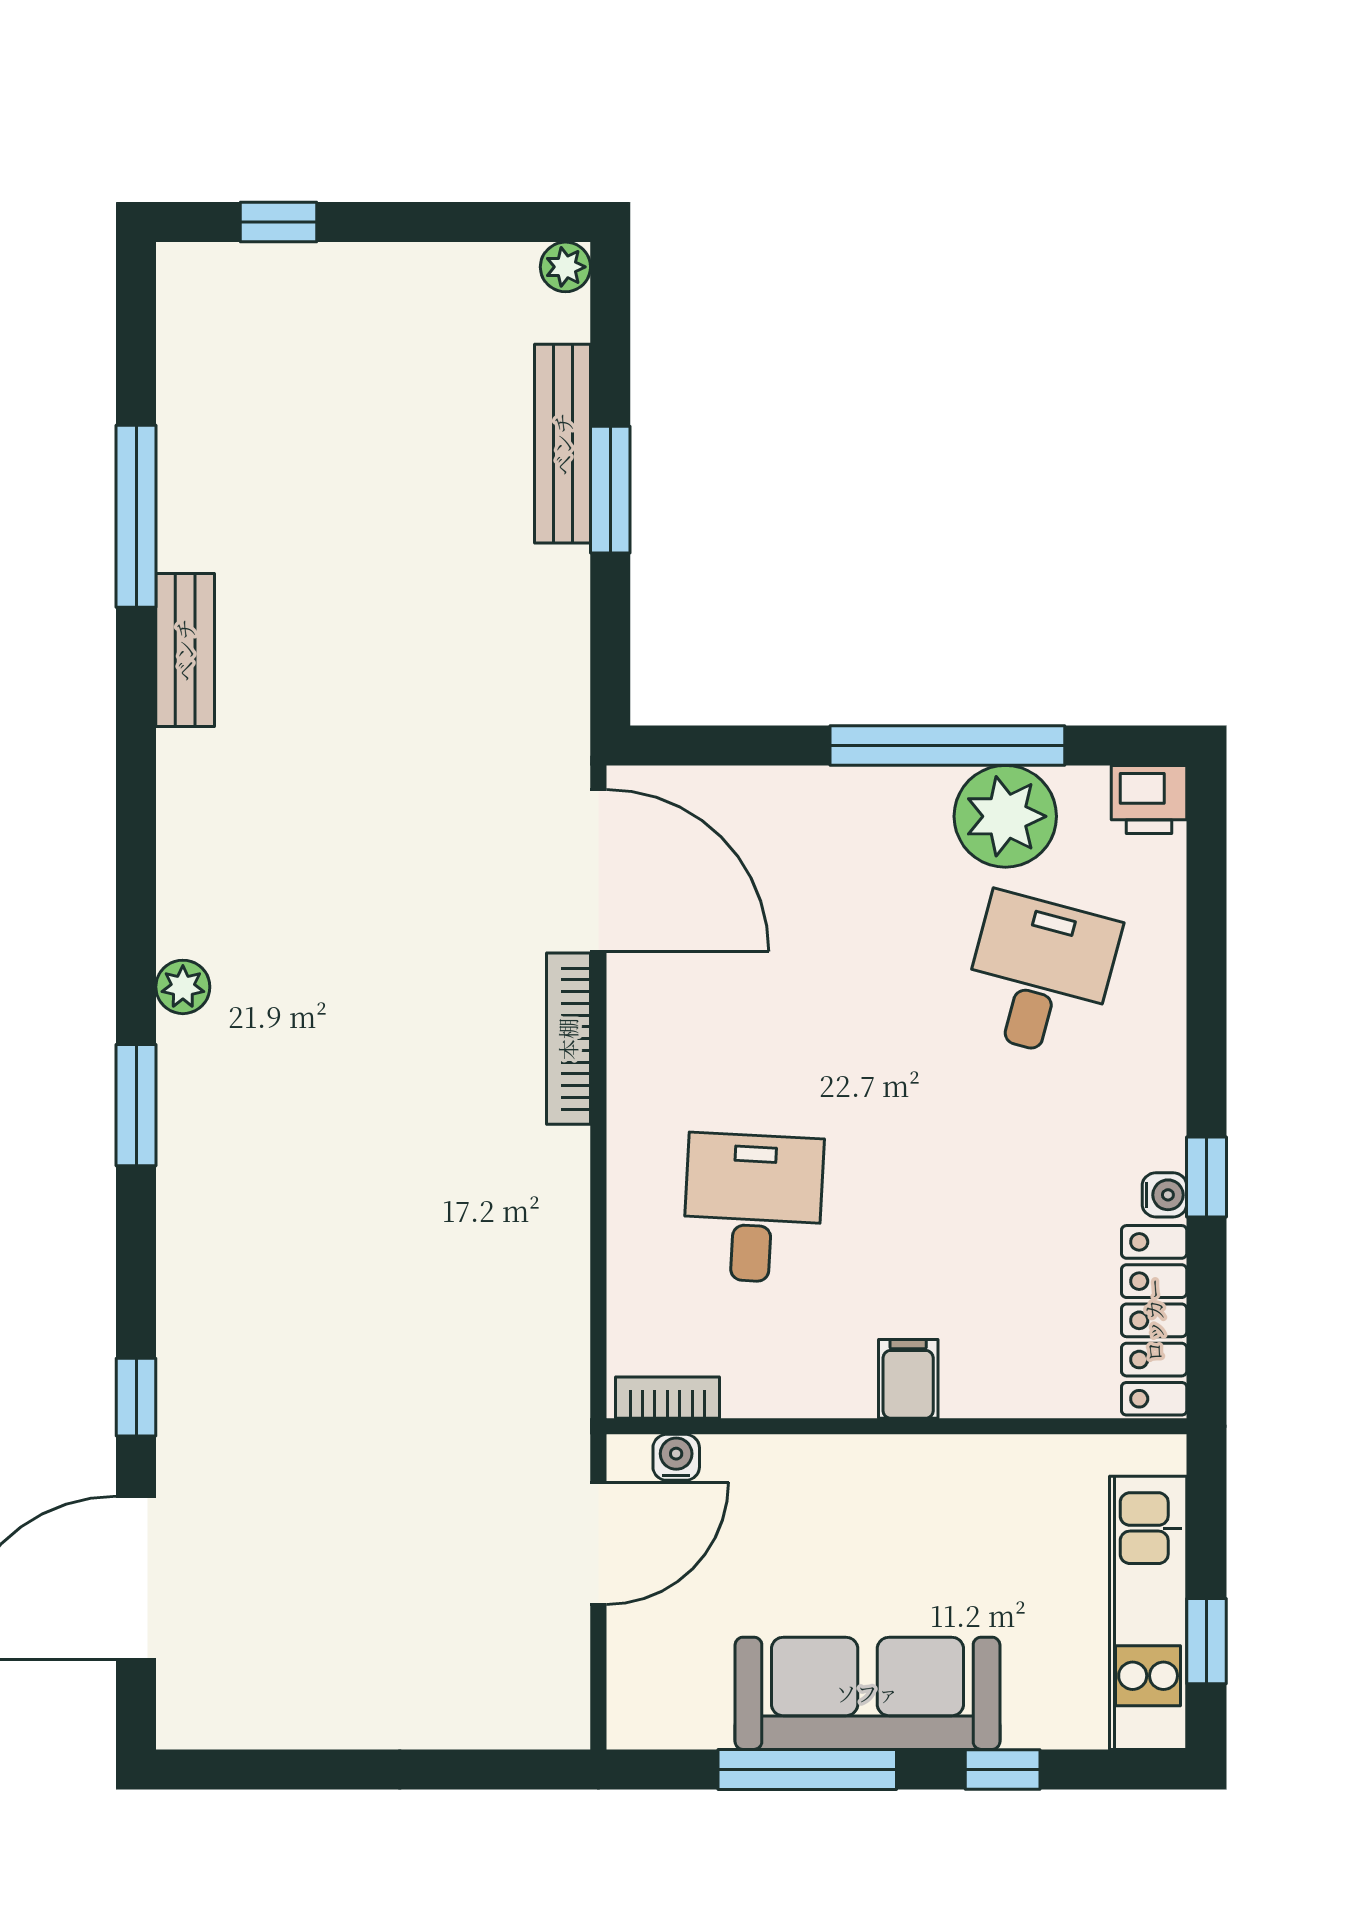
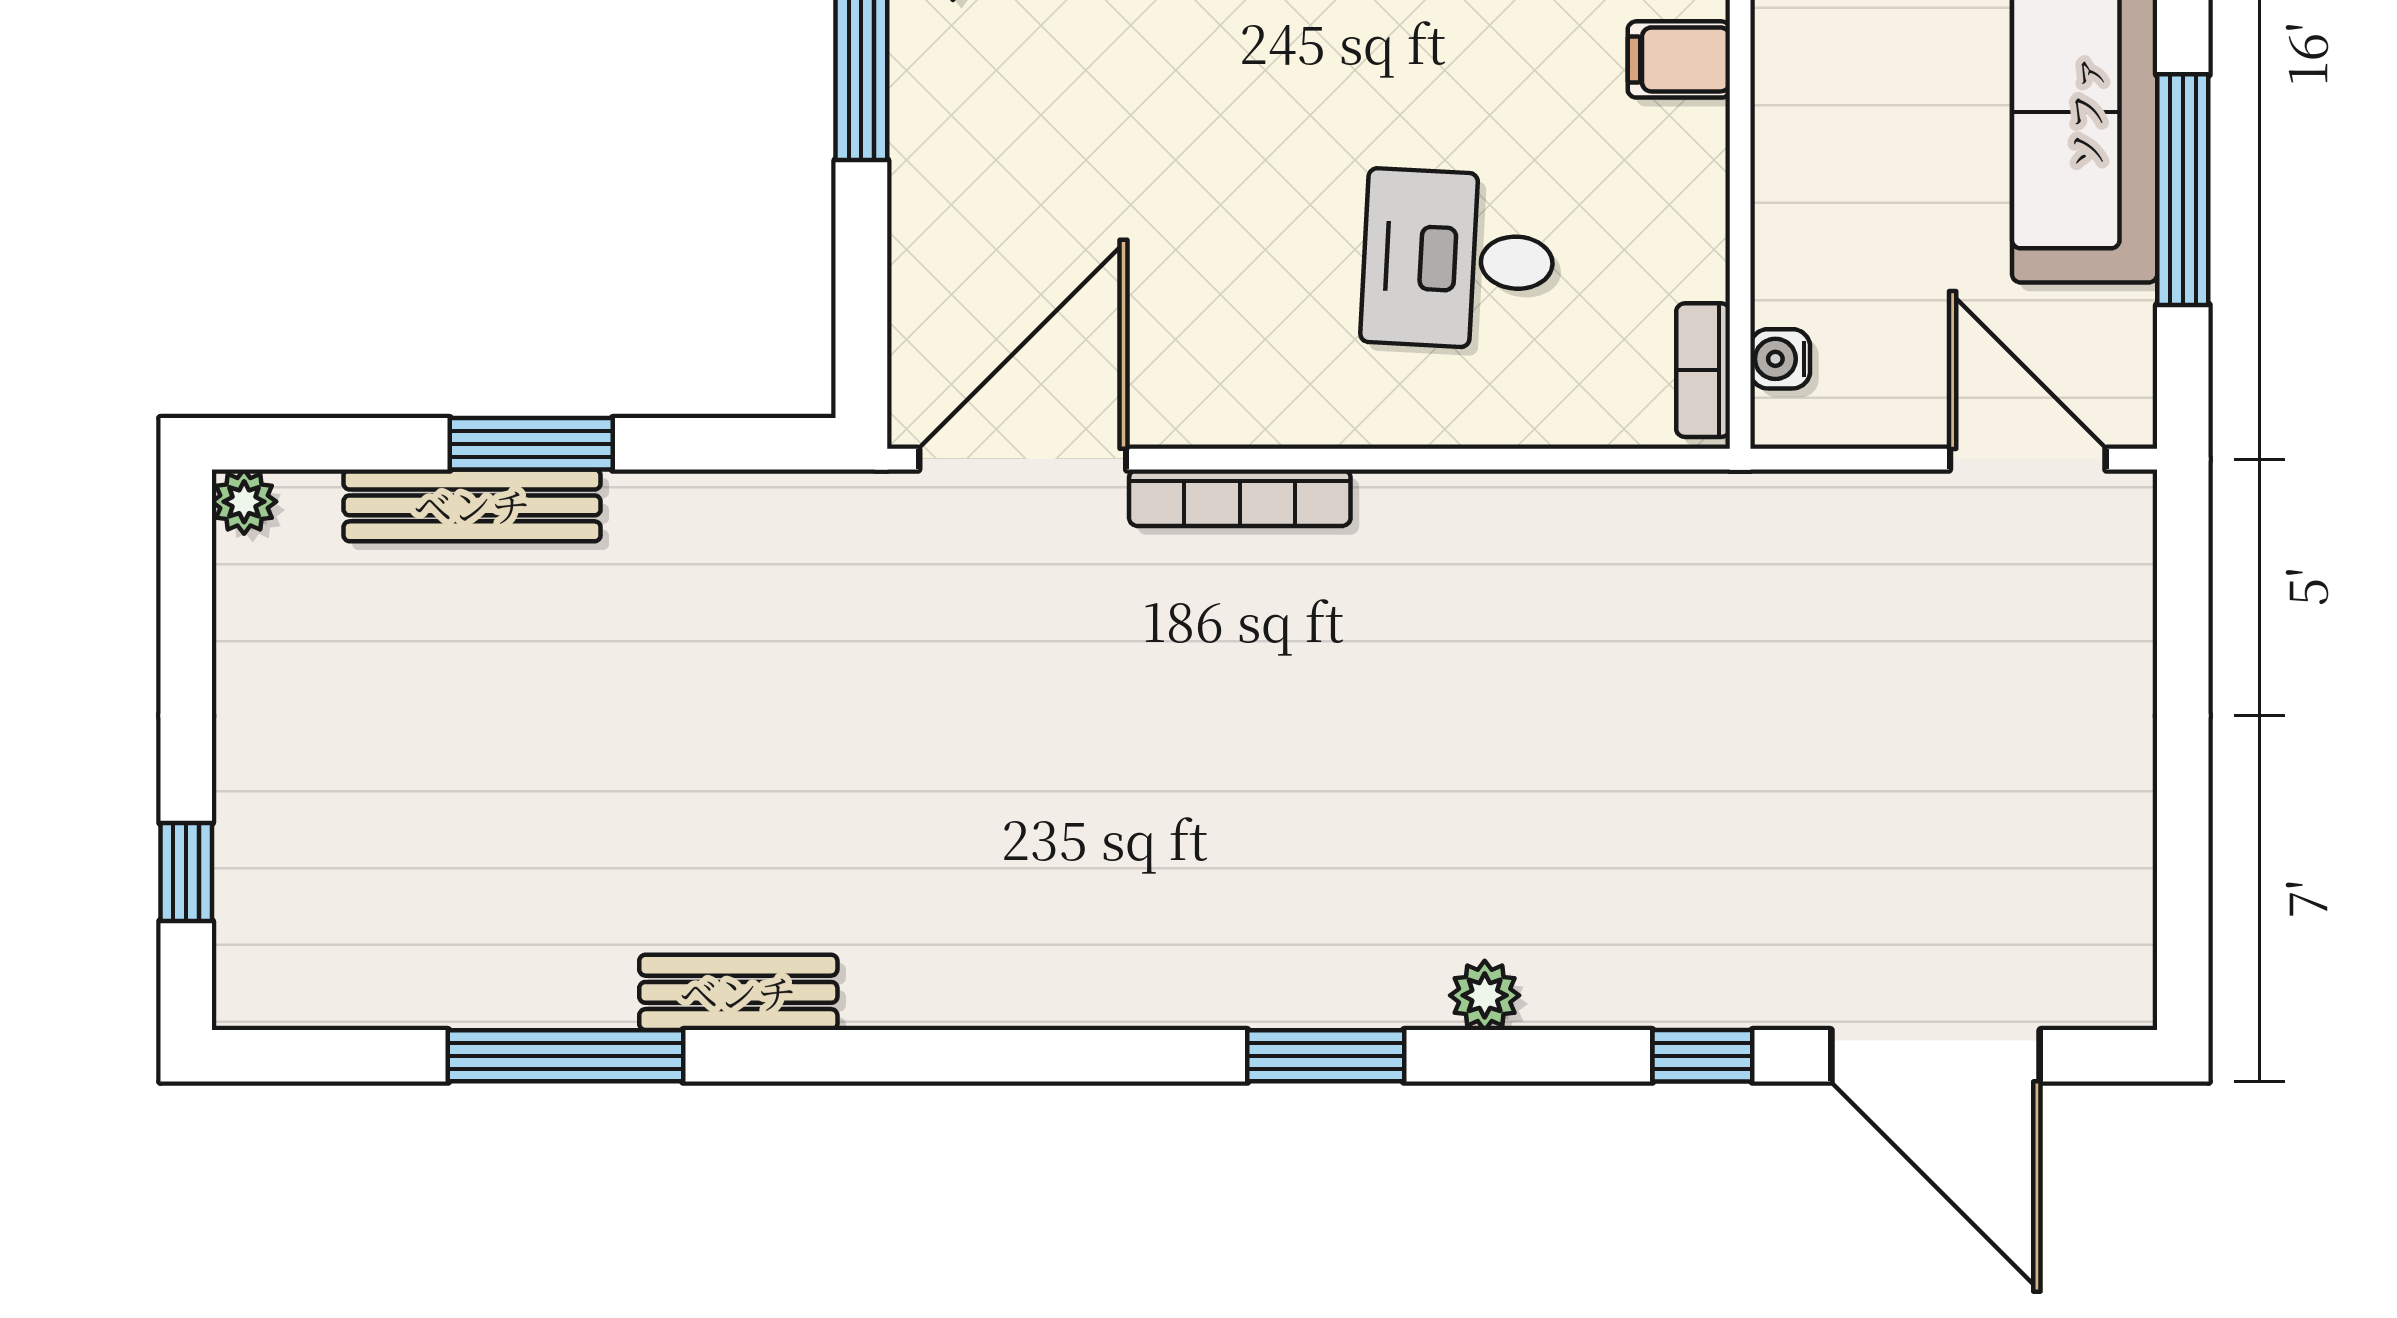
plant: (183, 987) -> (1485, 995), moved
door: (598, 1543) -> (2028, 459), moved

